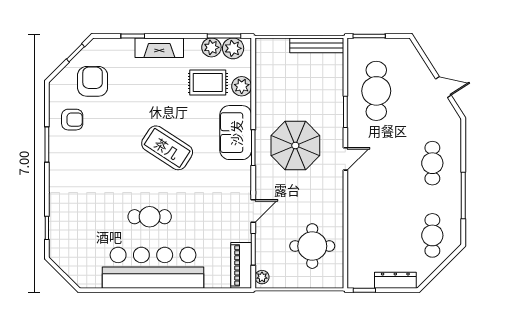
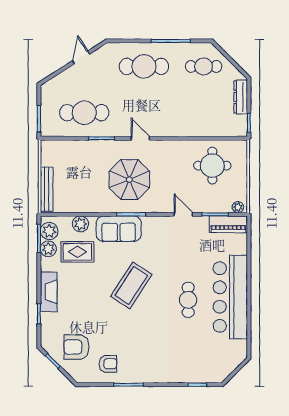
bench: (317, 45) -> (47, 189), moved
rug: (208, 83) -> (77, 252), turned 90
armchair: (72, 120) -> (108, 364), turned 90
cafe table: (432, 163) -> (144, 66), width x1.37, depth x1.35

